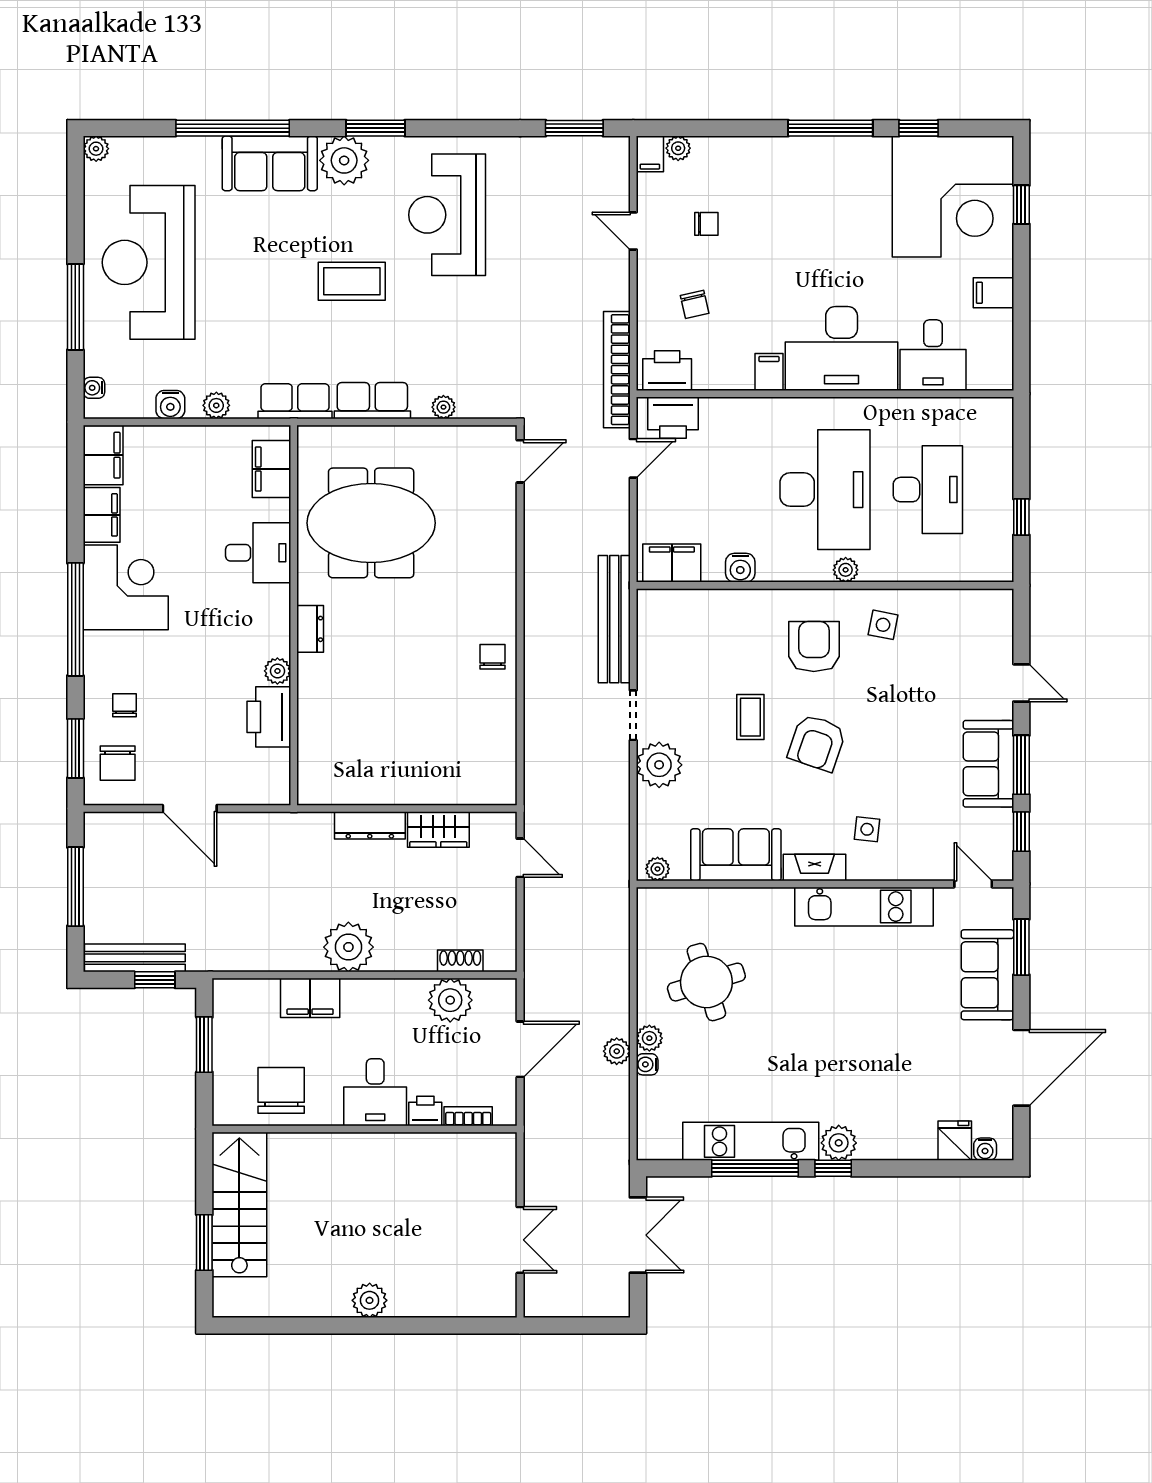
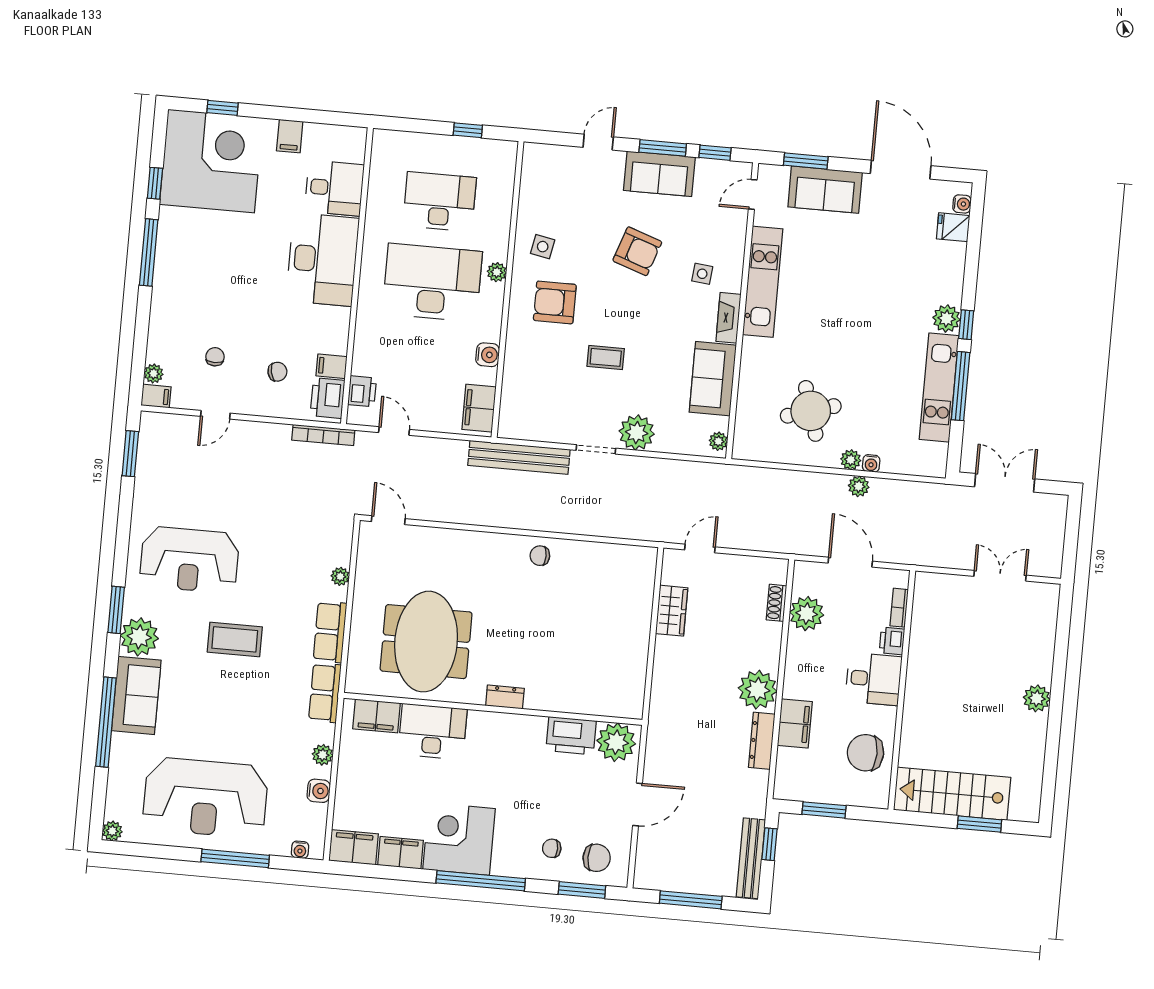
coffee table: (352, 281) -> (235, 639), turned 90
bookcase: (617, 370) -> (323, 435), width x0.68, depth x0.76
filing cabinet: (769, 372) -> (331, 366), moved
printer: (673, 418) -> (362, 391), width x0.73, depth x0.81
desk: (258, 553) -> (433, 732), width x1.37
plant: (277, 671) -> (616, 742), moved, width x1.88, depth x1.88
armchair: (817, 743) -> (637, 251), moved
dresser: (370, 825) -> (762, 741), moved, turned 180

